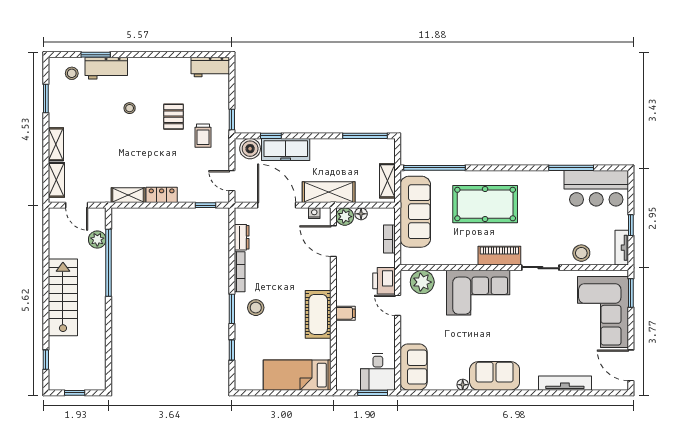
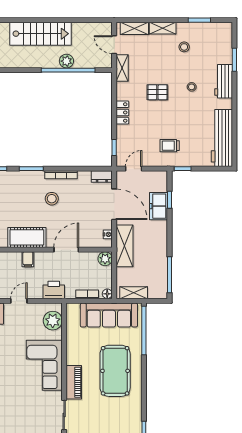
workbench: (210, 67) -> (222, 138), width x1.88, depth x1.32
workbench: (106, 68) -> (224, 81), moved
stool: (72, 73) -> (184, 47), moved
pallet: (173, 117) -> (157, 92), moved
boiler: (250, 149) -> (159, 183), removed
freezer: (286, 150) -> (159, 206), width x0.71
shelving: (128, 195) -> (122, 68), moved
door: (77, 205) -> (114, 45), hinge flipped
door: (277, 205) -> (114, 204), hinge flipped
floor lamp: (361, 214) -> (107, 294), moved
dresser: (242, 237) -> (102, 176), moved
plant: (97, 240) -> (66, 61), moved
door: (333, 241) -> (66, 250), moved
door: (398, 305) -> (19, 301), moved
stool: (256, 308) -> (52, 199), moved

